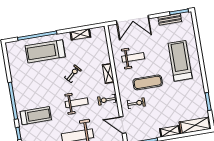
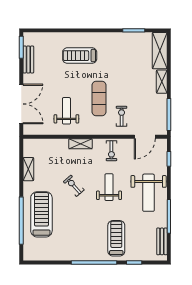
treadmill: (45, 51) -> (41, 214), turned 180
treadmill: (180, 61) -> (80, 56), width x0.73, depth x0.73

